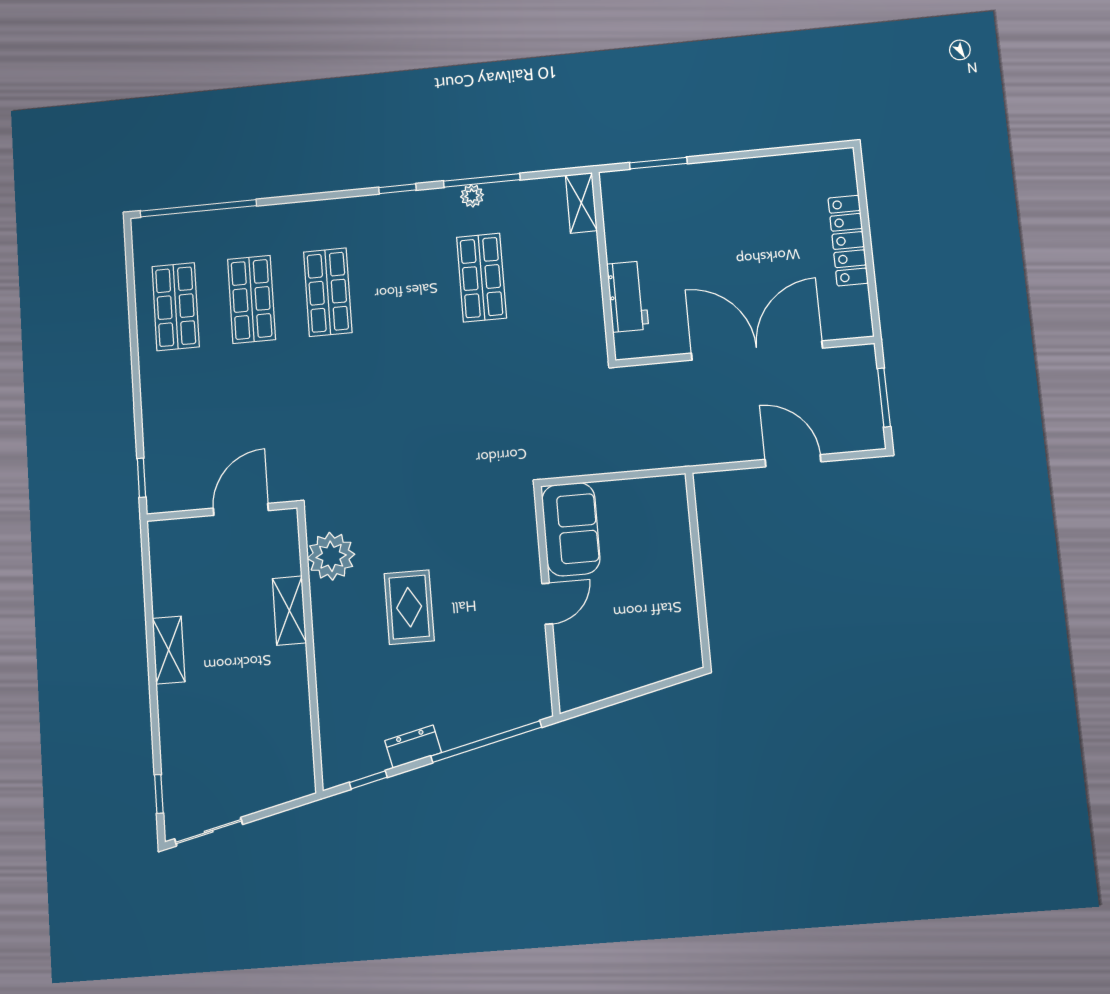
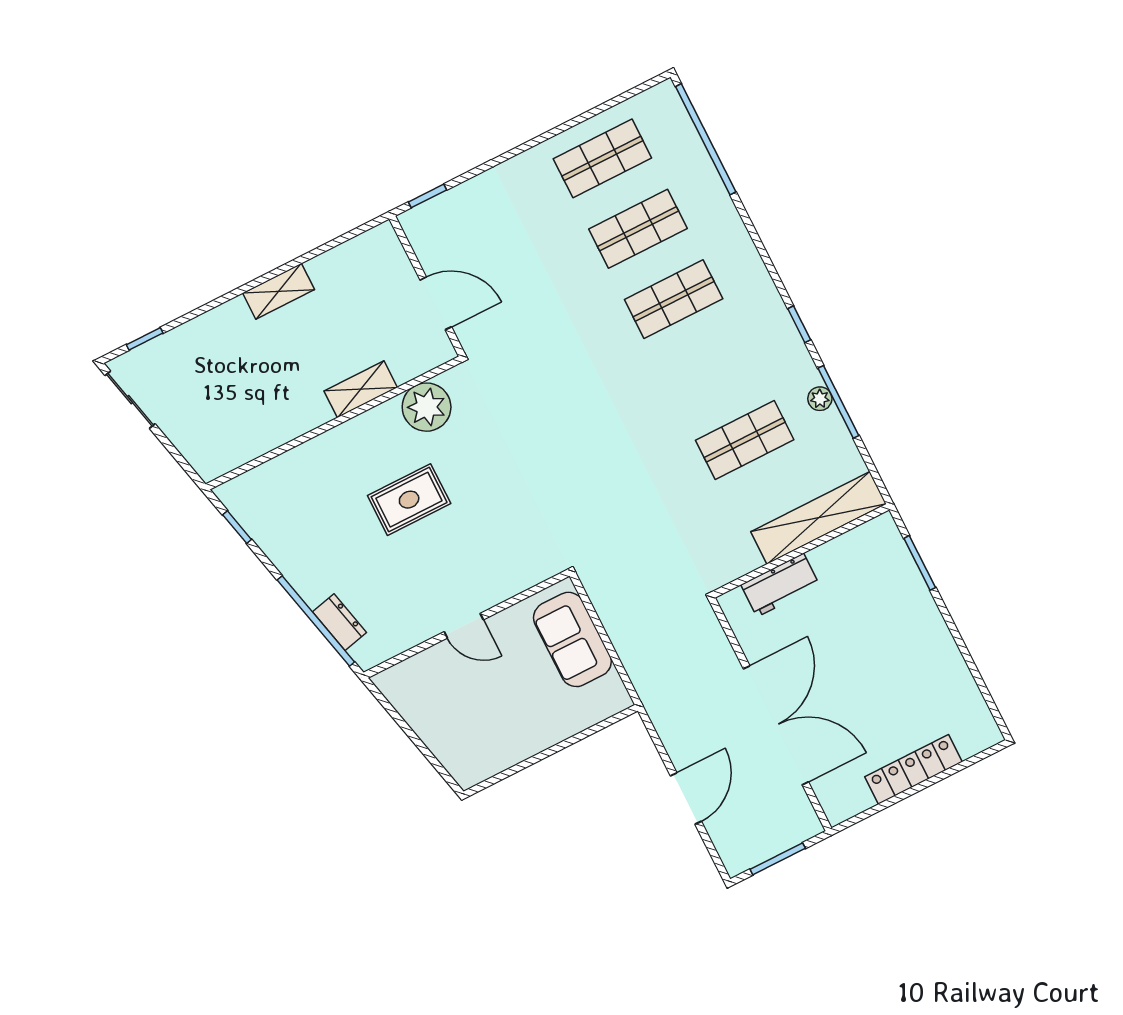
shelving: (581, 203) -> (819, 518), width x2.20, depth x1.33
sofa: (571, 529) -> (572, 639), moved, turned 90
dresser: (413, 747) -> (339, 622), moved

